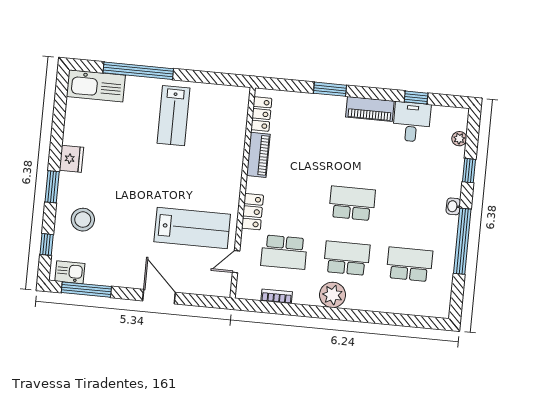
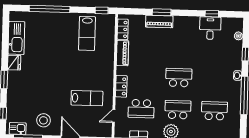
window: (227, 79) -> (102, 10), added
kitchen sink: (96, 86) -> (16, 38), moved, turned -90
piano: (370, 109) -> (159, 21), moved
lab bench: (174, 116) -> (87, 33), moved
stool: (83, 220) -> (43, 120), moved
lab bench: (192, 228) -> (87, 98), width x0.73, depth x0.72

